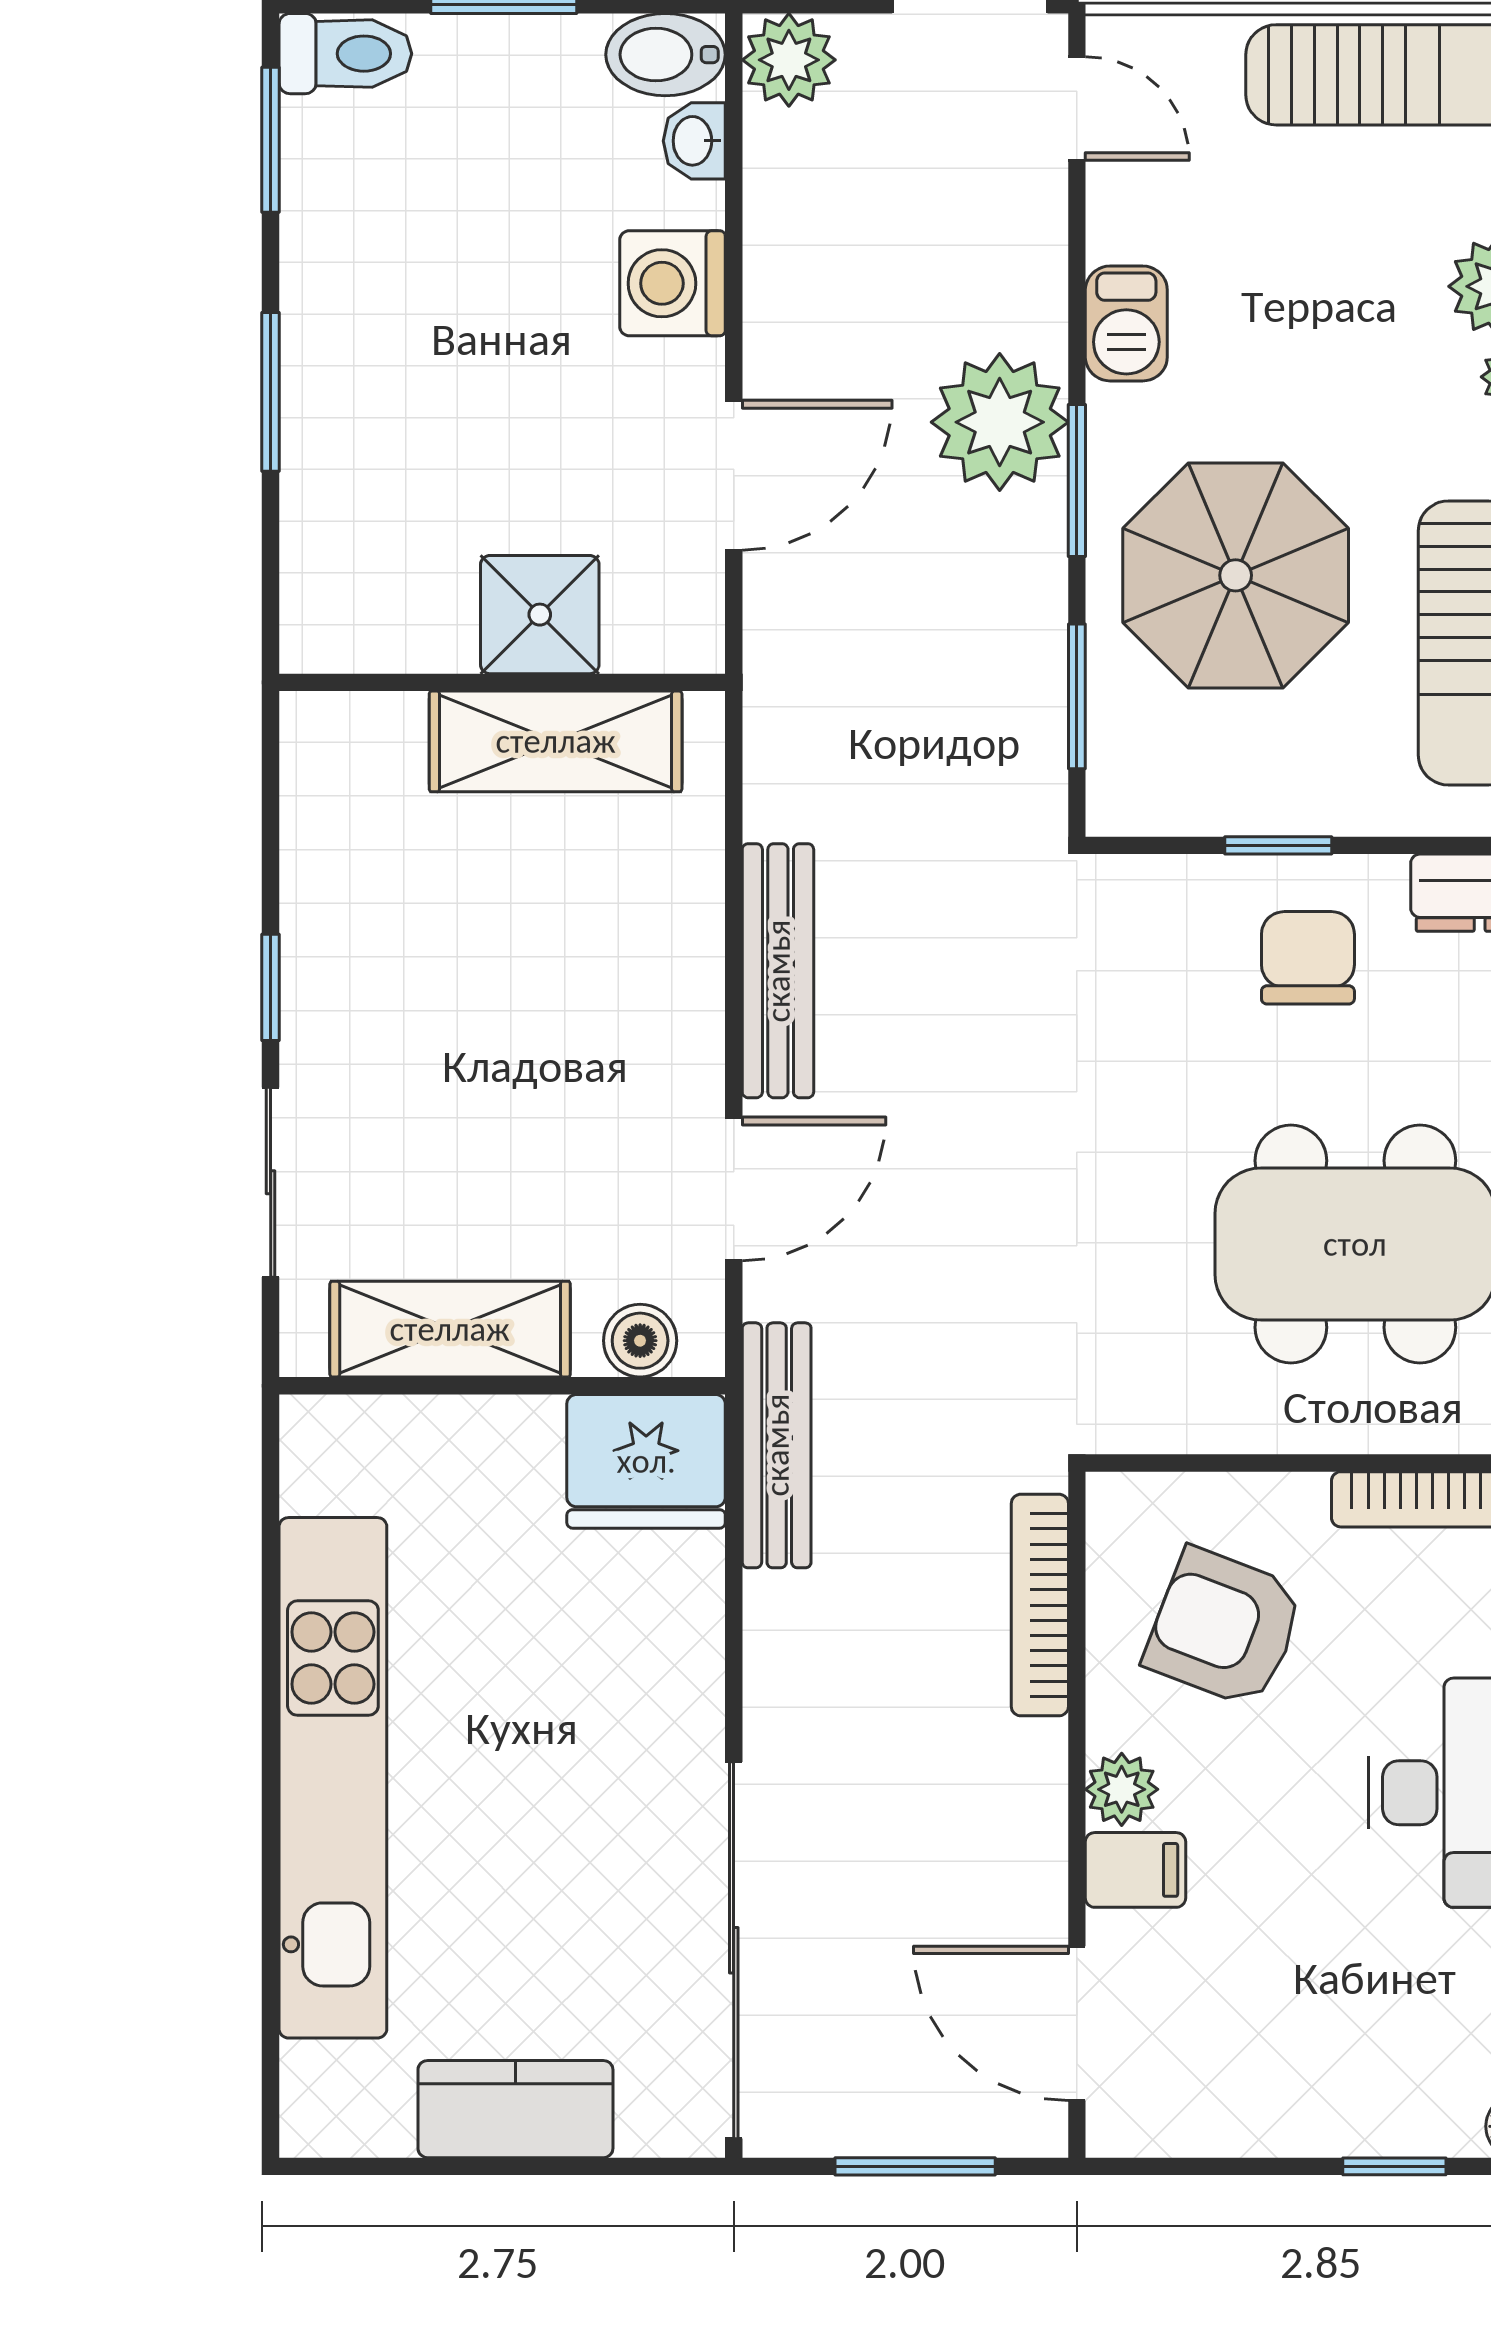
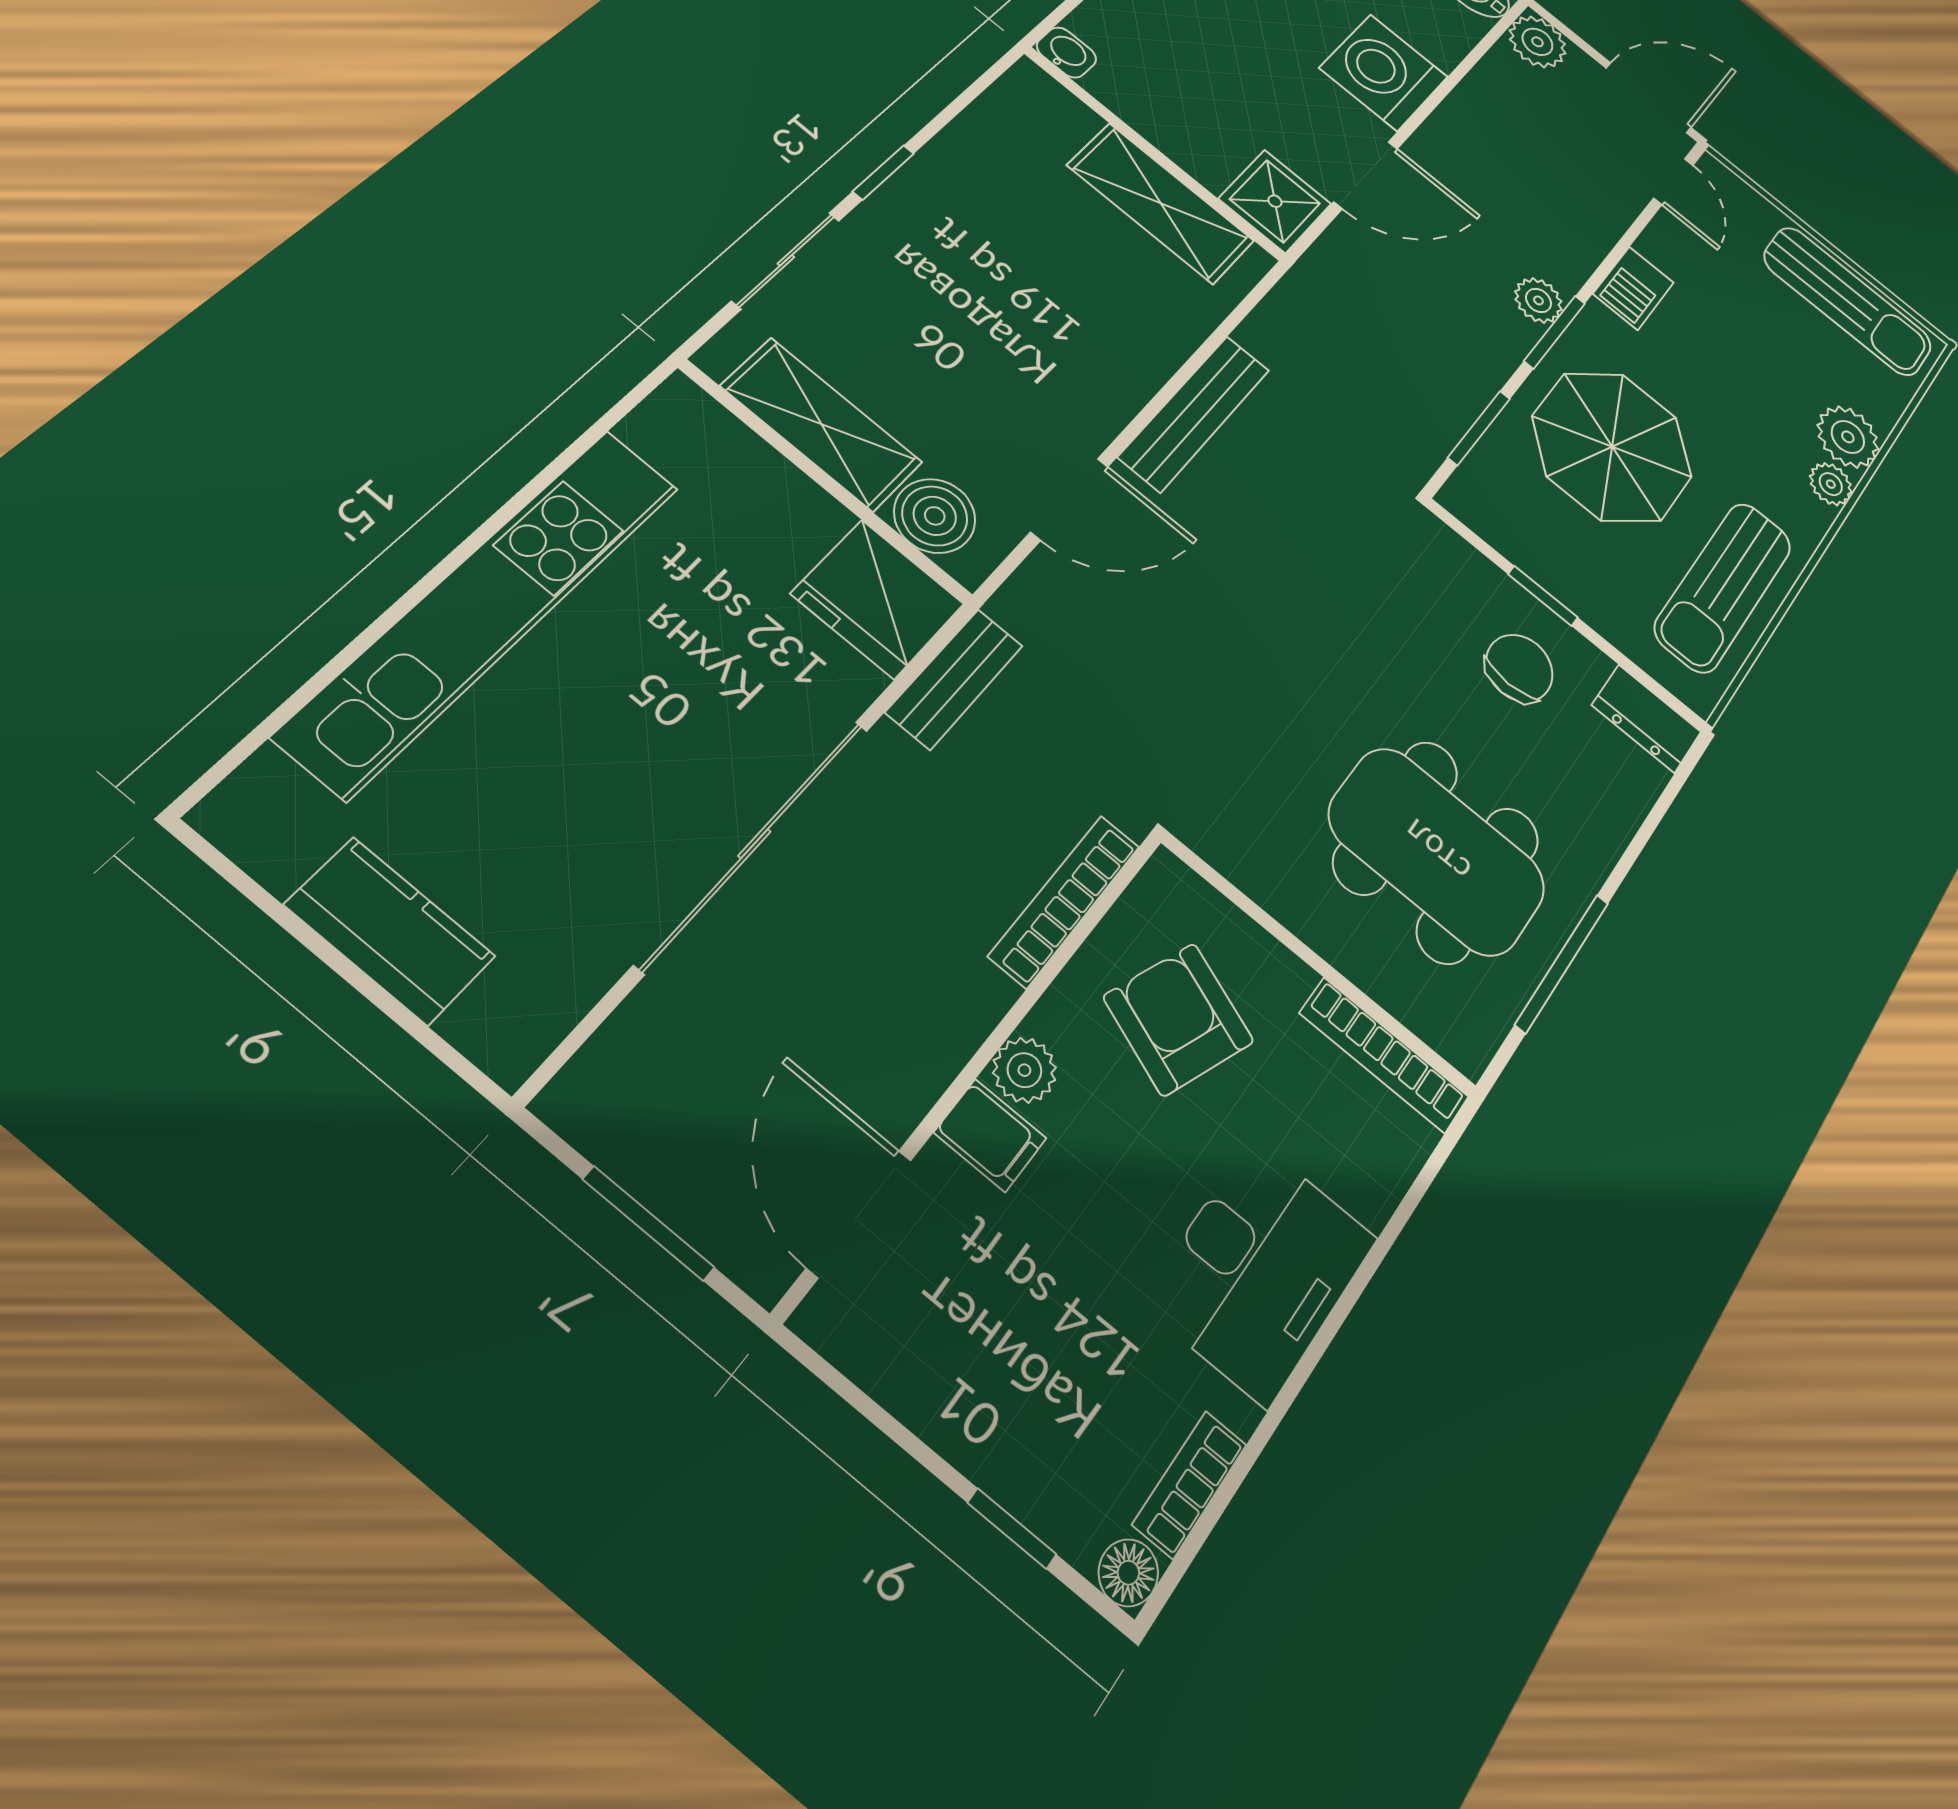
washbasin: (694, 141) -> (1067, 53), moved, turned 90
washing machine: (672, 283) -> (1384, 72), width x1.37, depth x1.37
plant: (1000, 422) -> (1538, 300), width x0.53, depth x0.53
shower: (540, 615) -> (1275, 201), moved
boiler: (640, 1341) -> (935, 516), width x1.36, depth x1.36
bench: (777, 1445) -> (955, 679), width x0.73
sliding door: (734, 1950) -> (754, 844), moved

